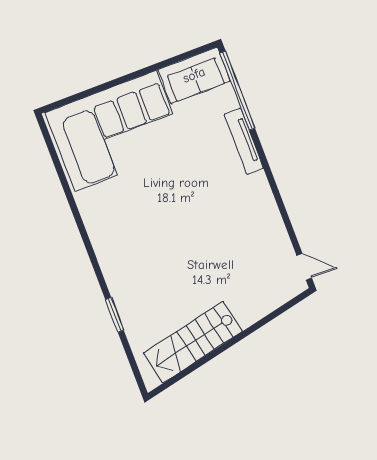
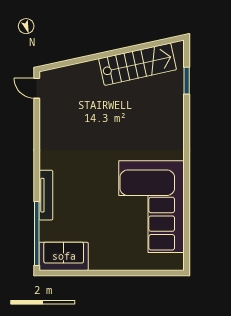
corner sofa: (116, 131) -> (152, 207), moved, turned -90
window: (115, 315) -> (187, 81), moved

